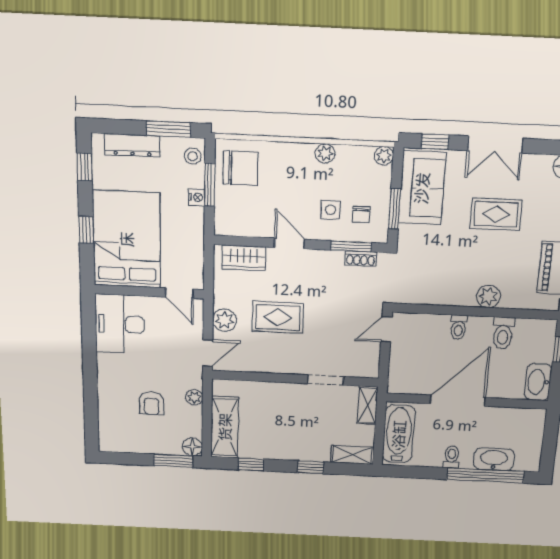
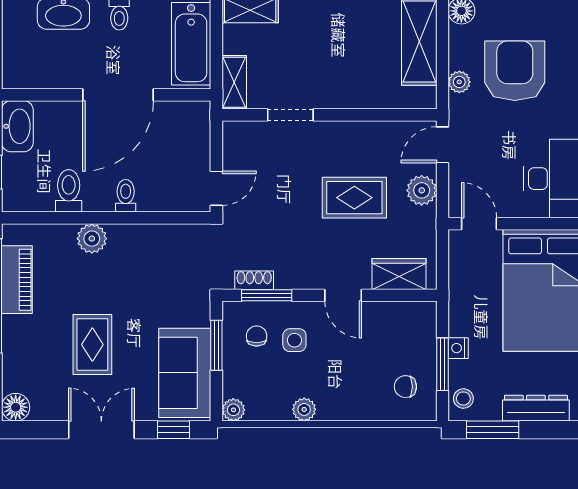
chair: (240, 168) -> (405, 387), width x0.54, depth x0.54
rug: (496, 214) -> (92, 345), turned 90
armchair: (152, 403) -> (515, 71), width x1.88, depth x1.88

